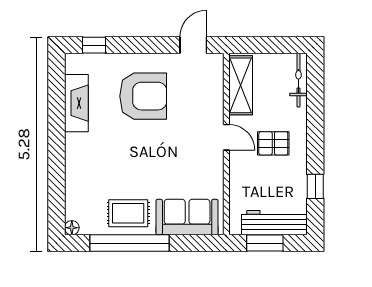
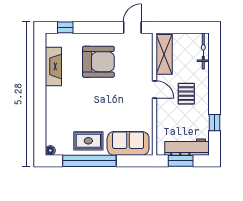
pallet: (273, 143) -> (186, 94), turned 90

